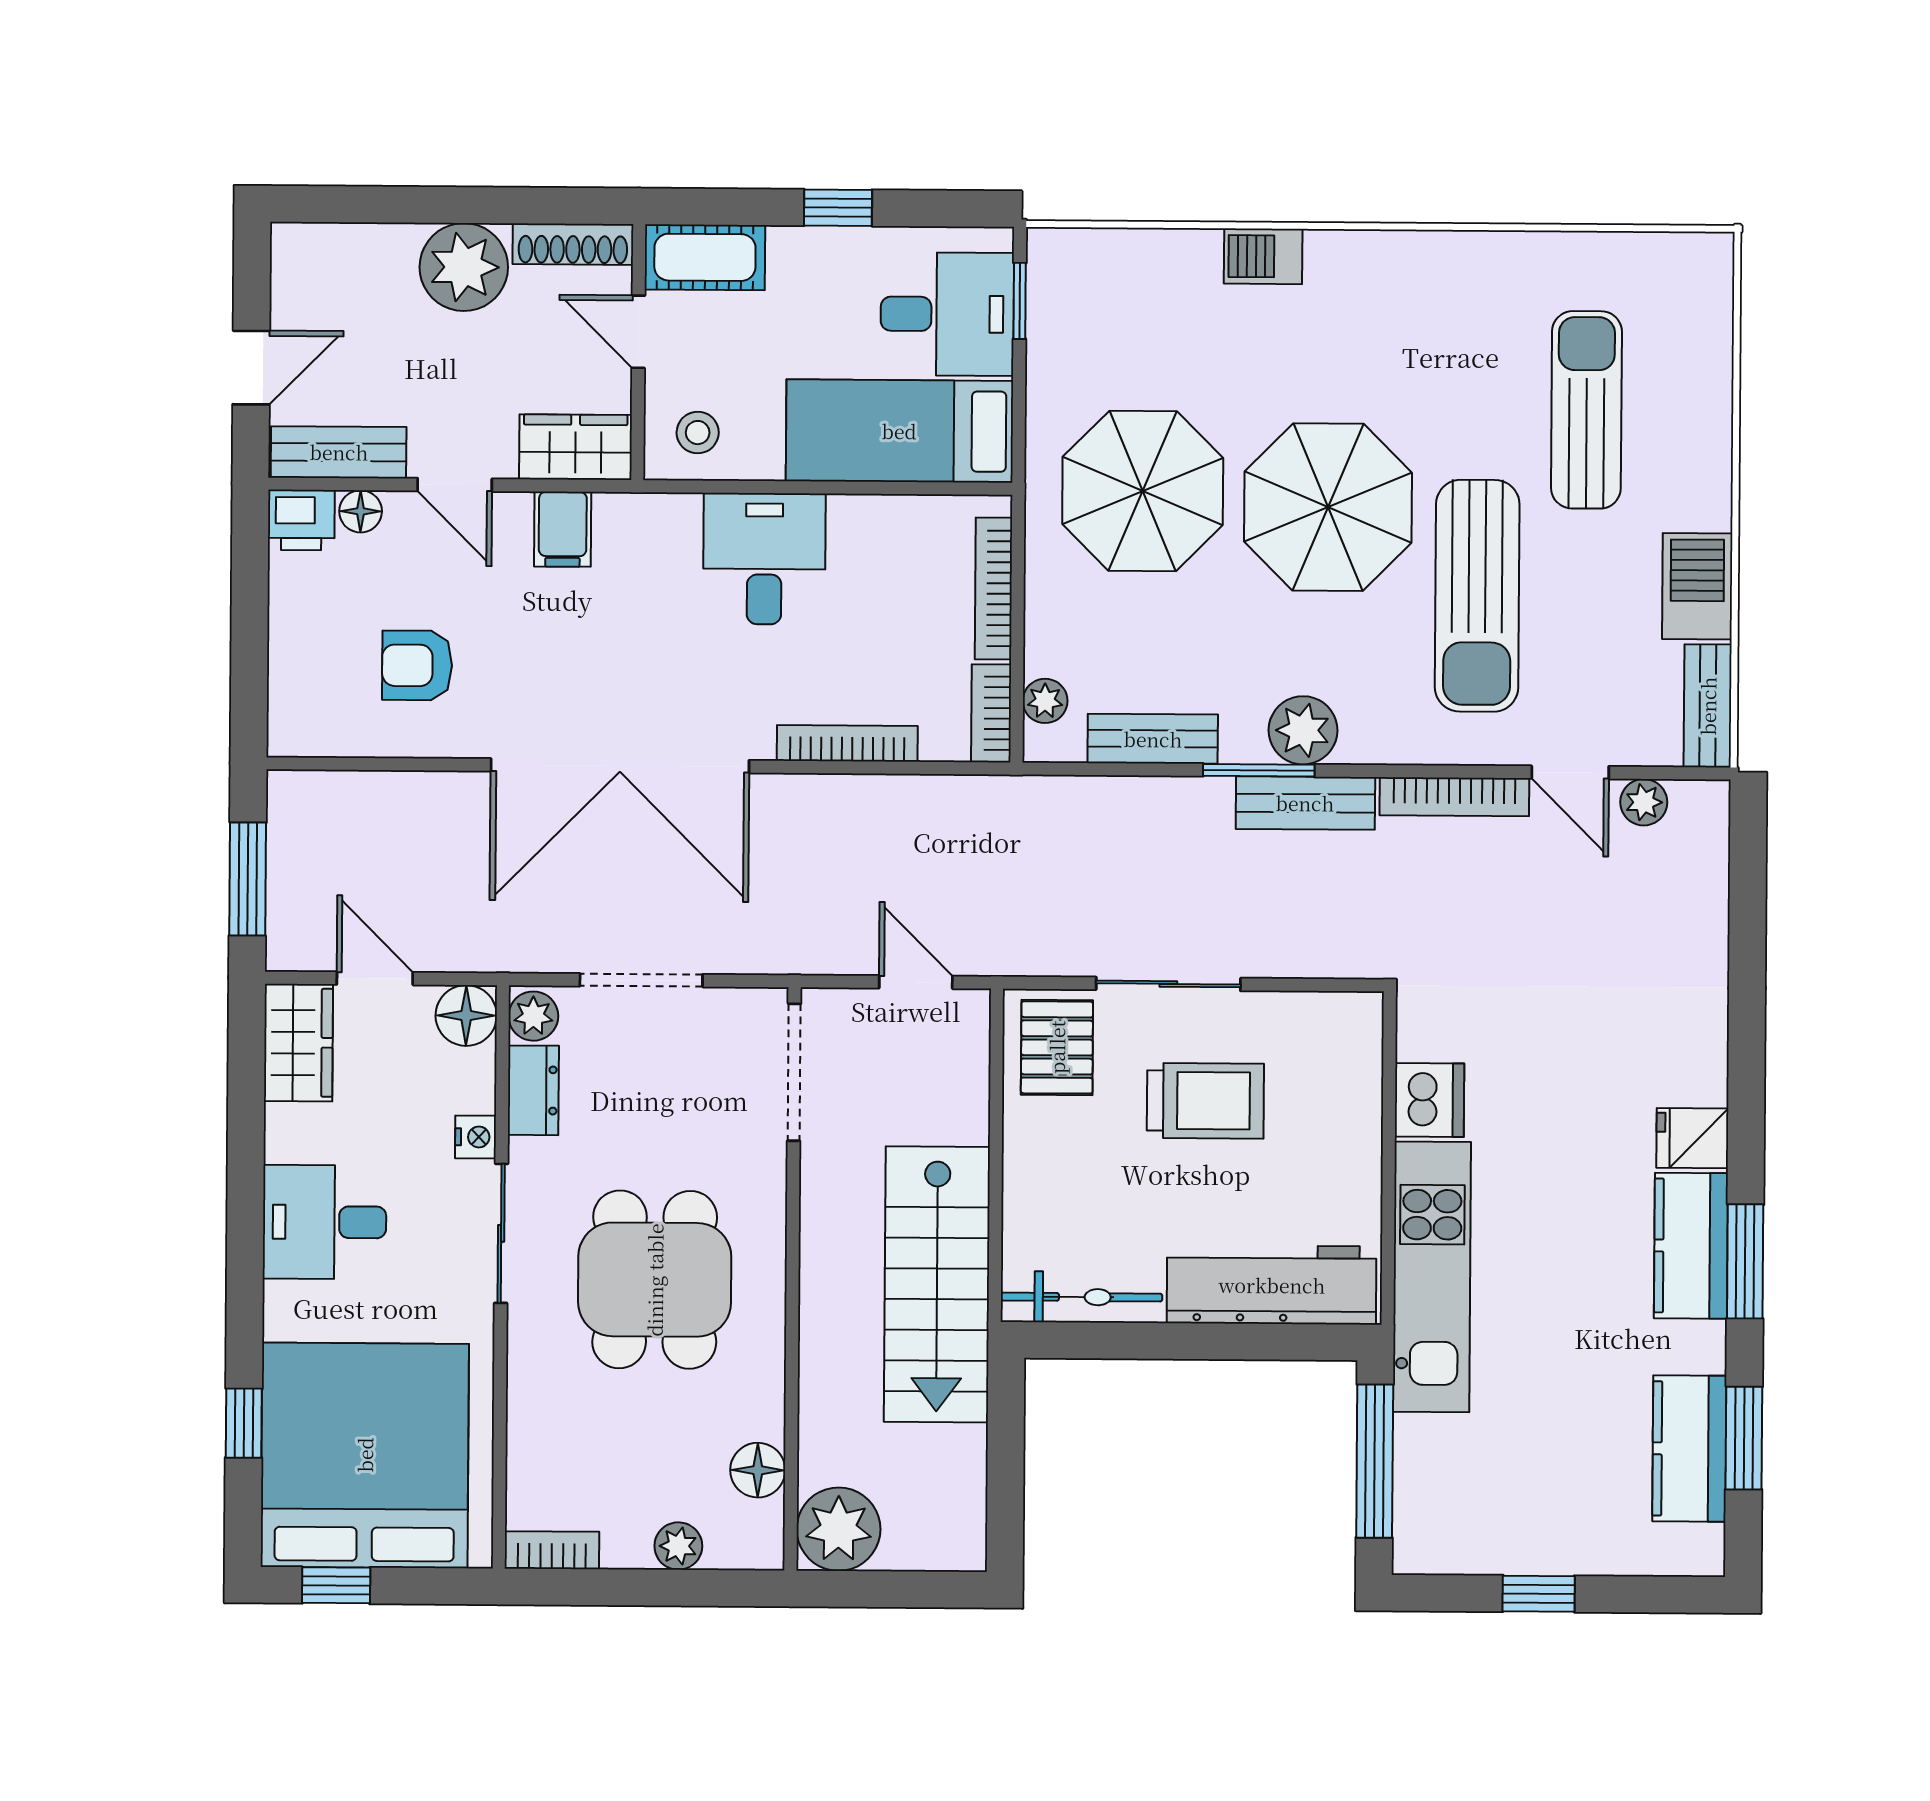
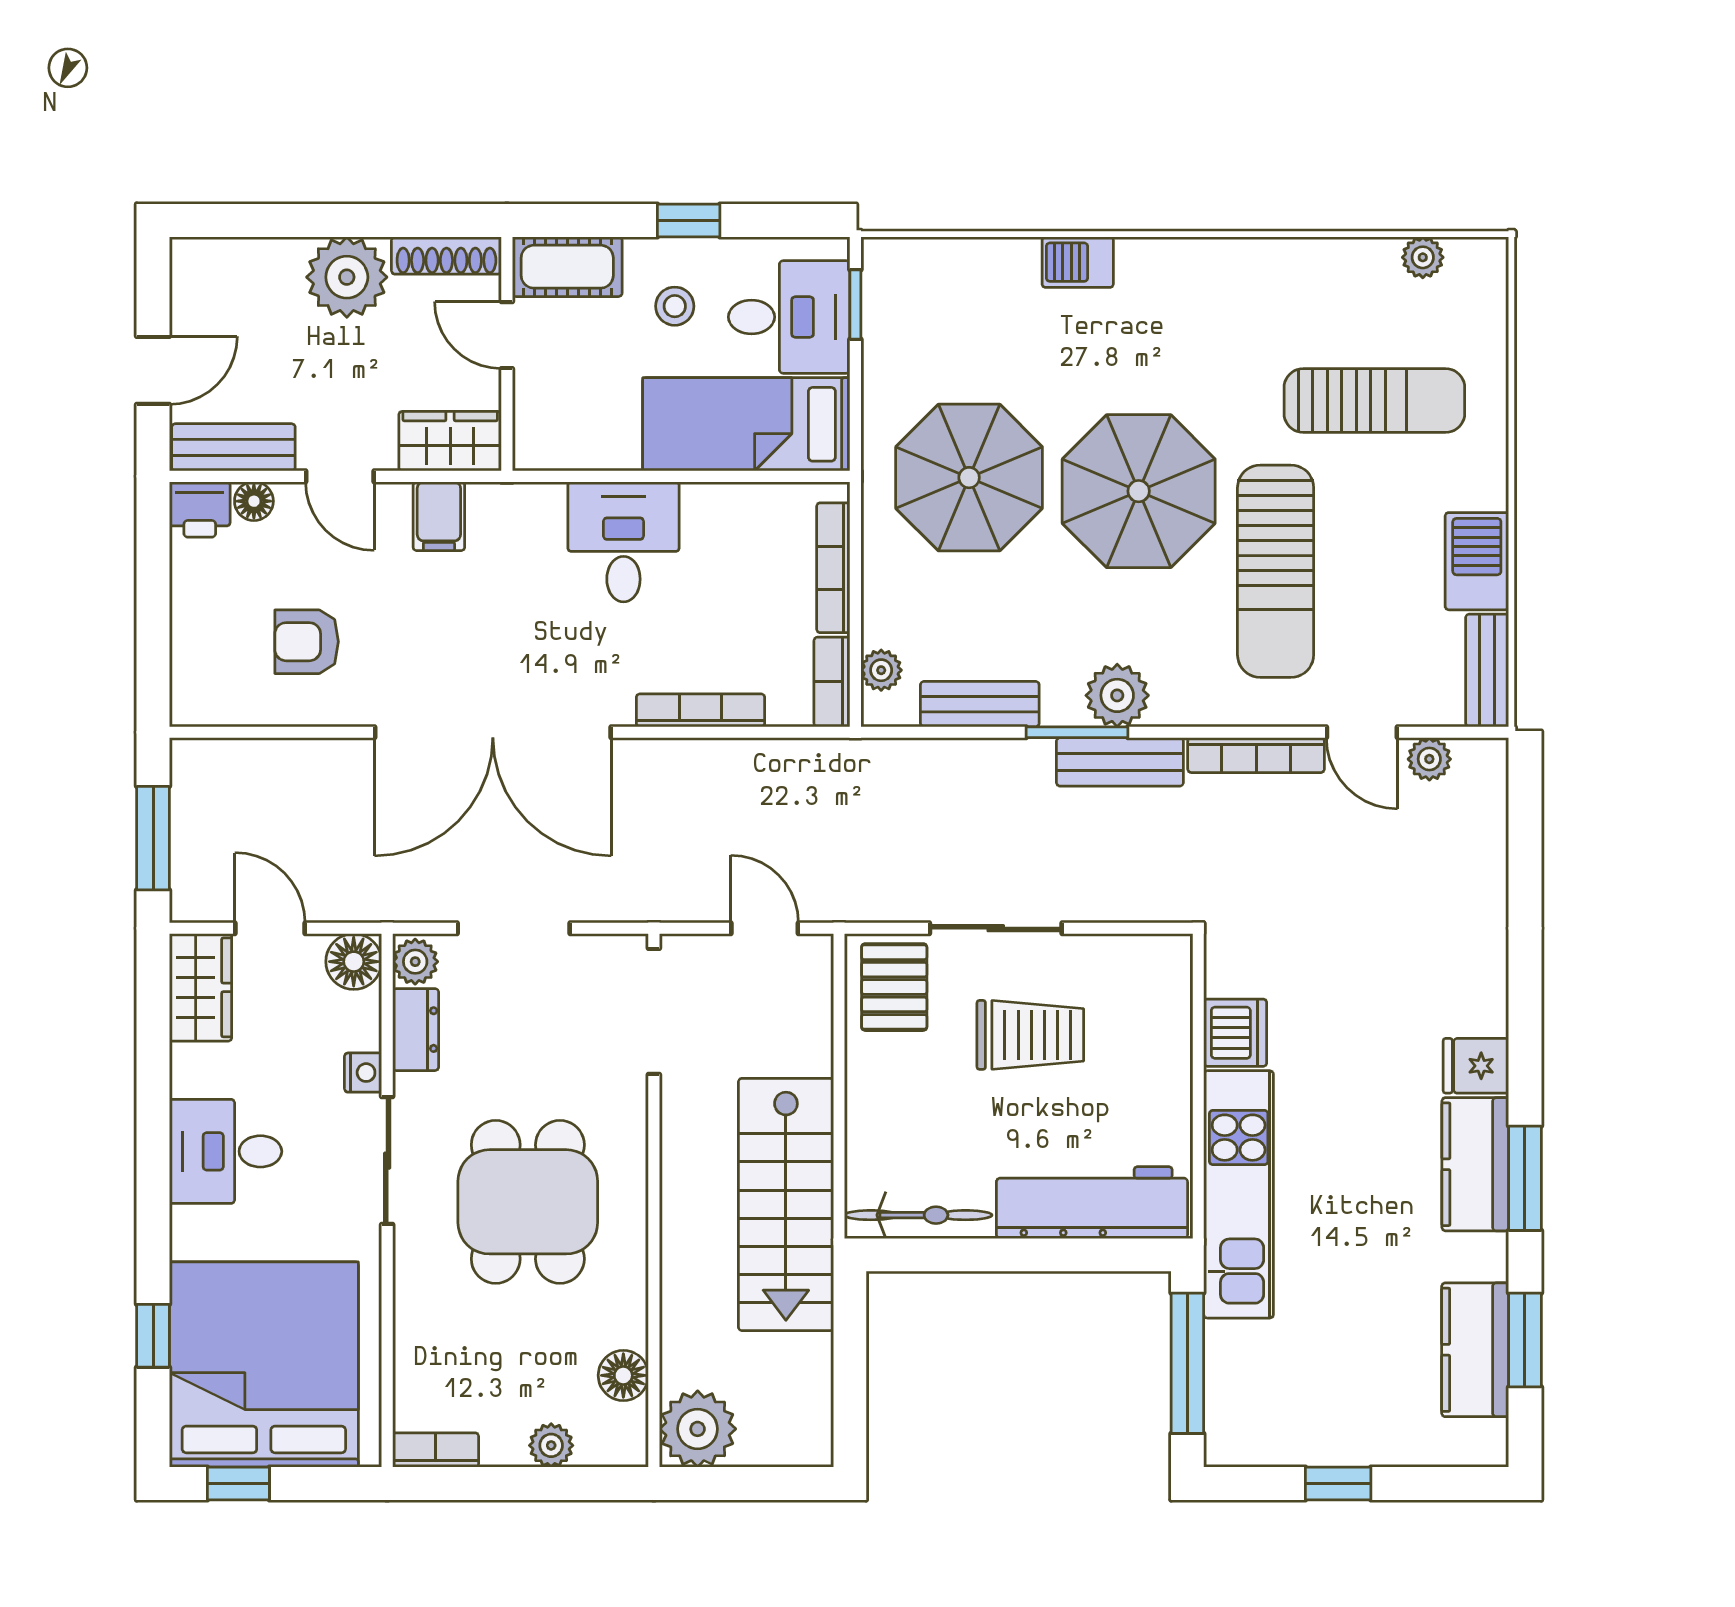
plant: (1640, 254) -> (1423, 257), added
sun lounger: (1586, 410) -> (1374, 401), turned 90
stool: (698, 433) -> (675, 306), moved

